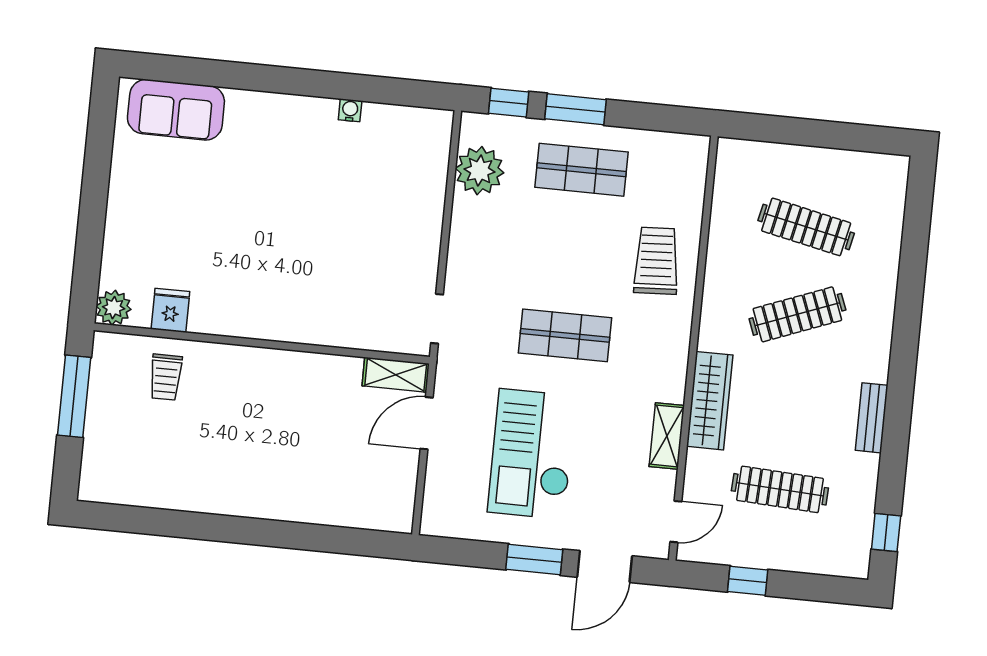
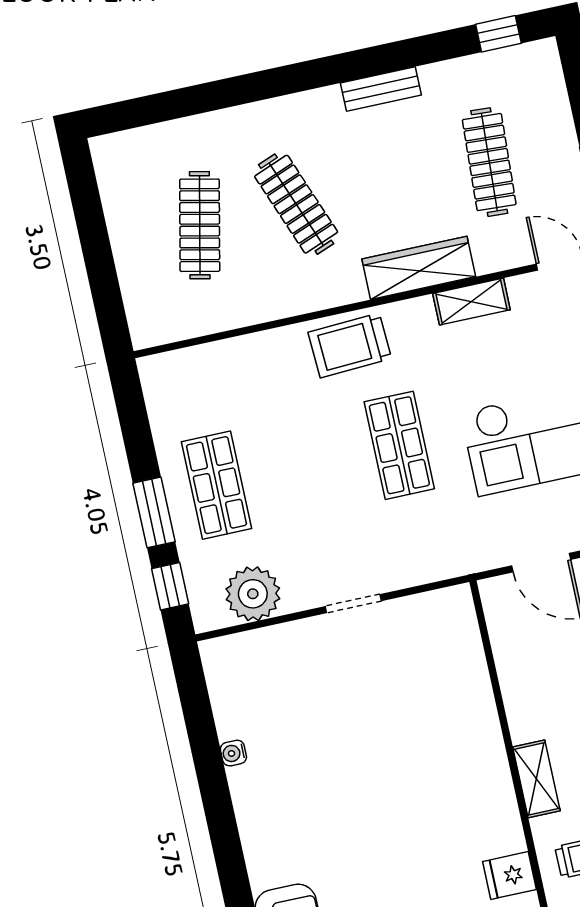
trolley: (656, 261) -> (350, 345), moved
doorway: (437, 319) -> (353, 604), moved
shelving: (396, 375) -> (536, 779), moved

